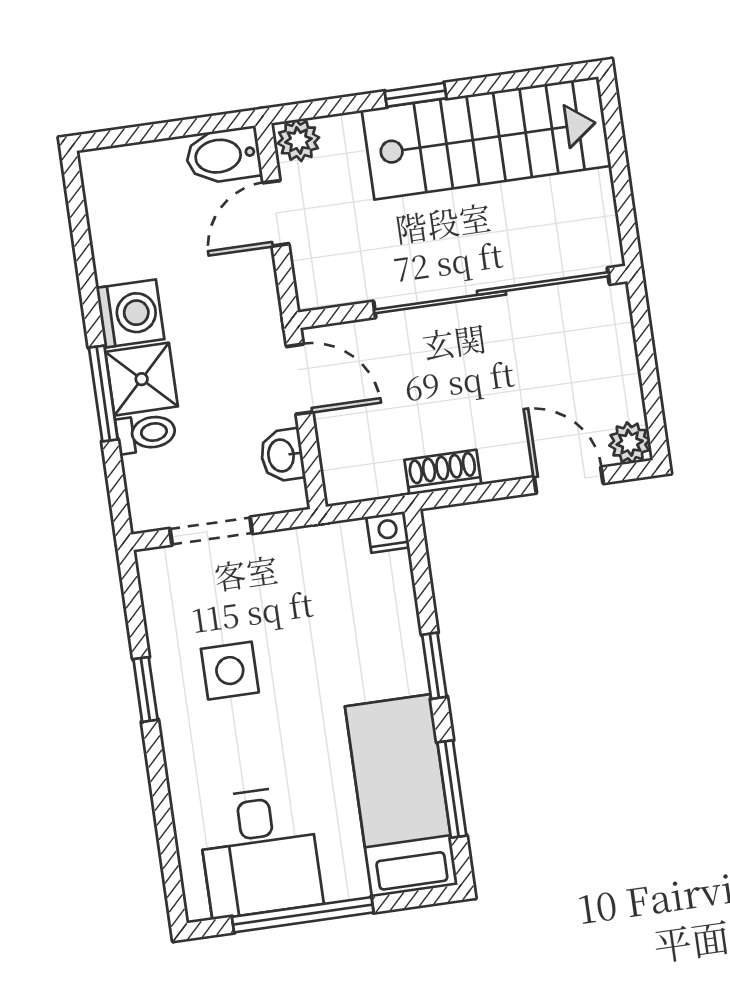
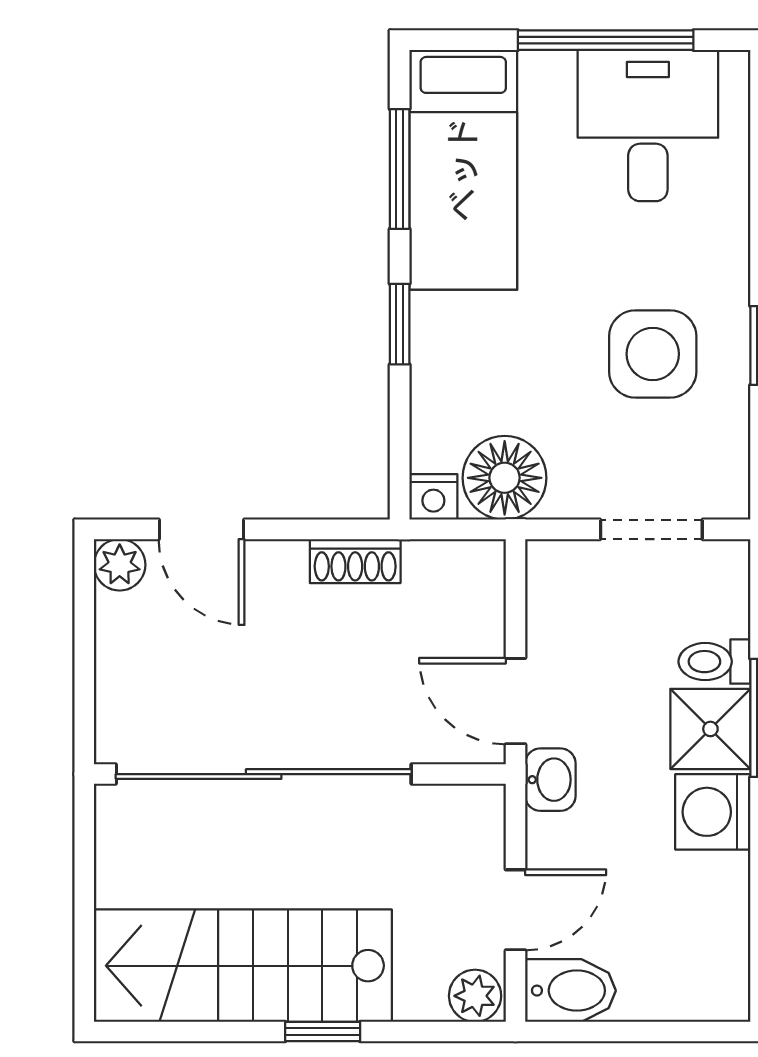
washbasin: (282, 455) -> (550, 780), moved
floor lamp: (334, 555) -> (505, 478), added
side table: (230, 671) -> (653, 354), width x1.37, depth x1.37

